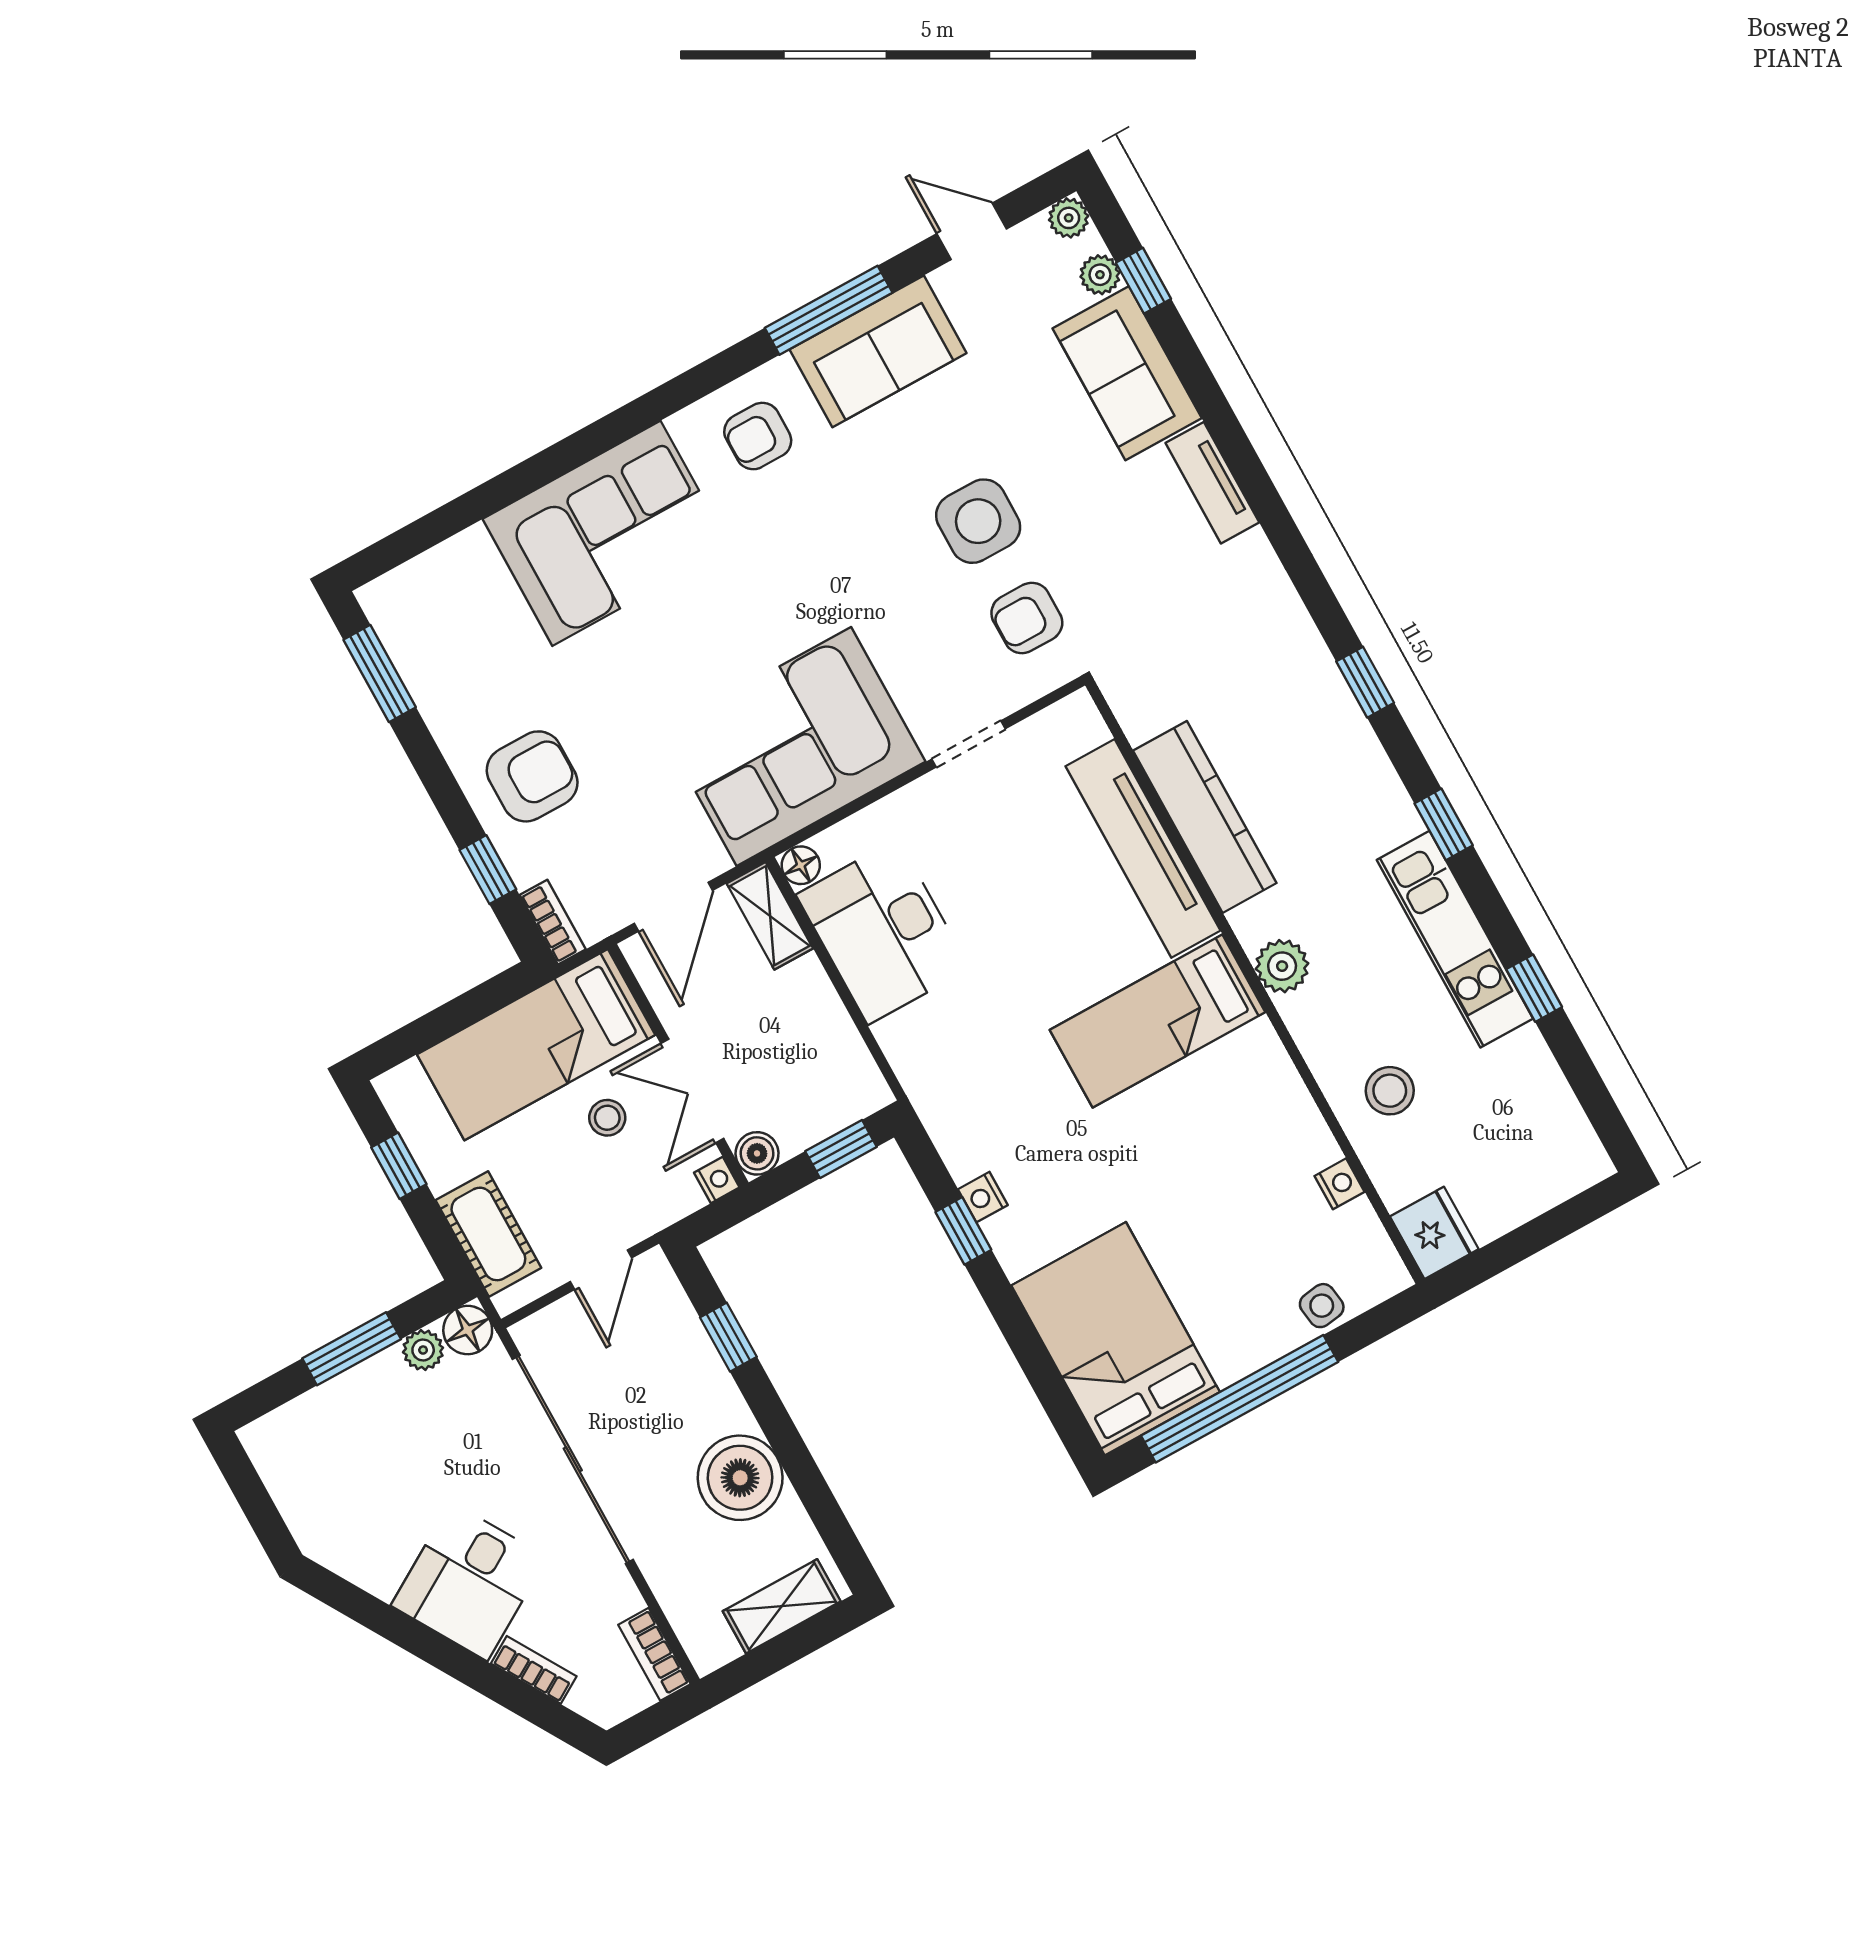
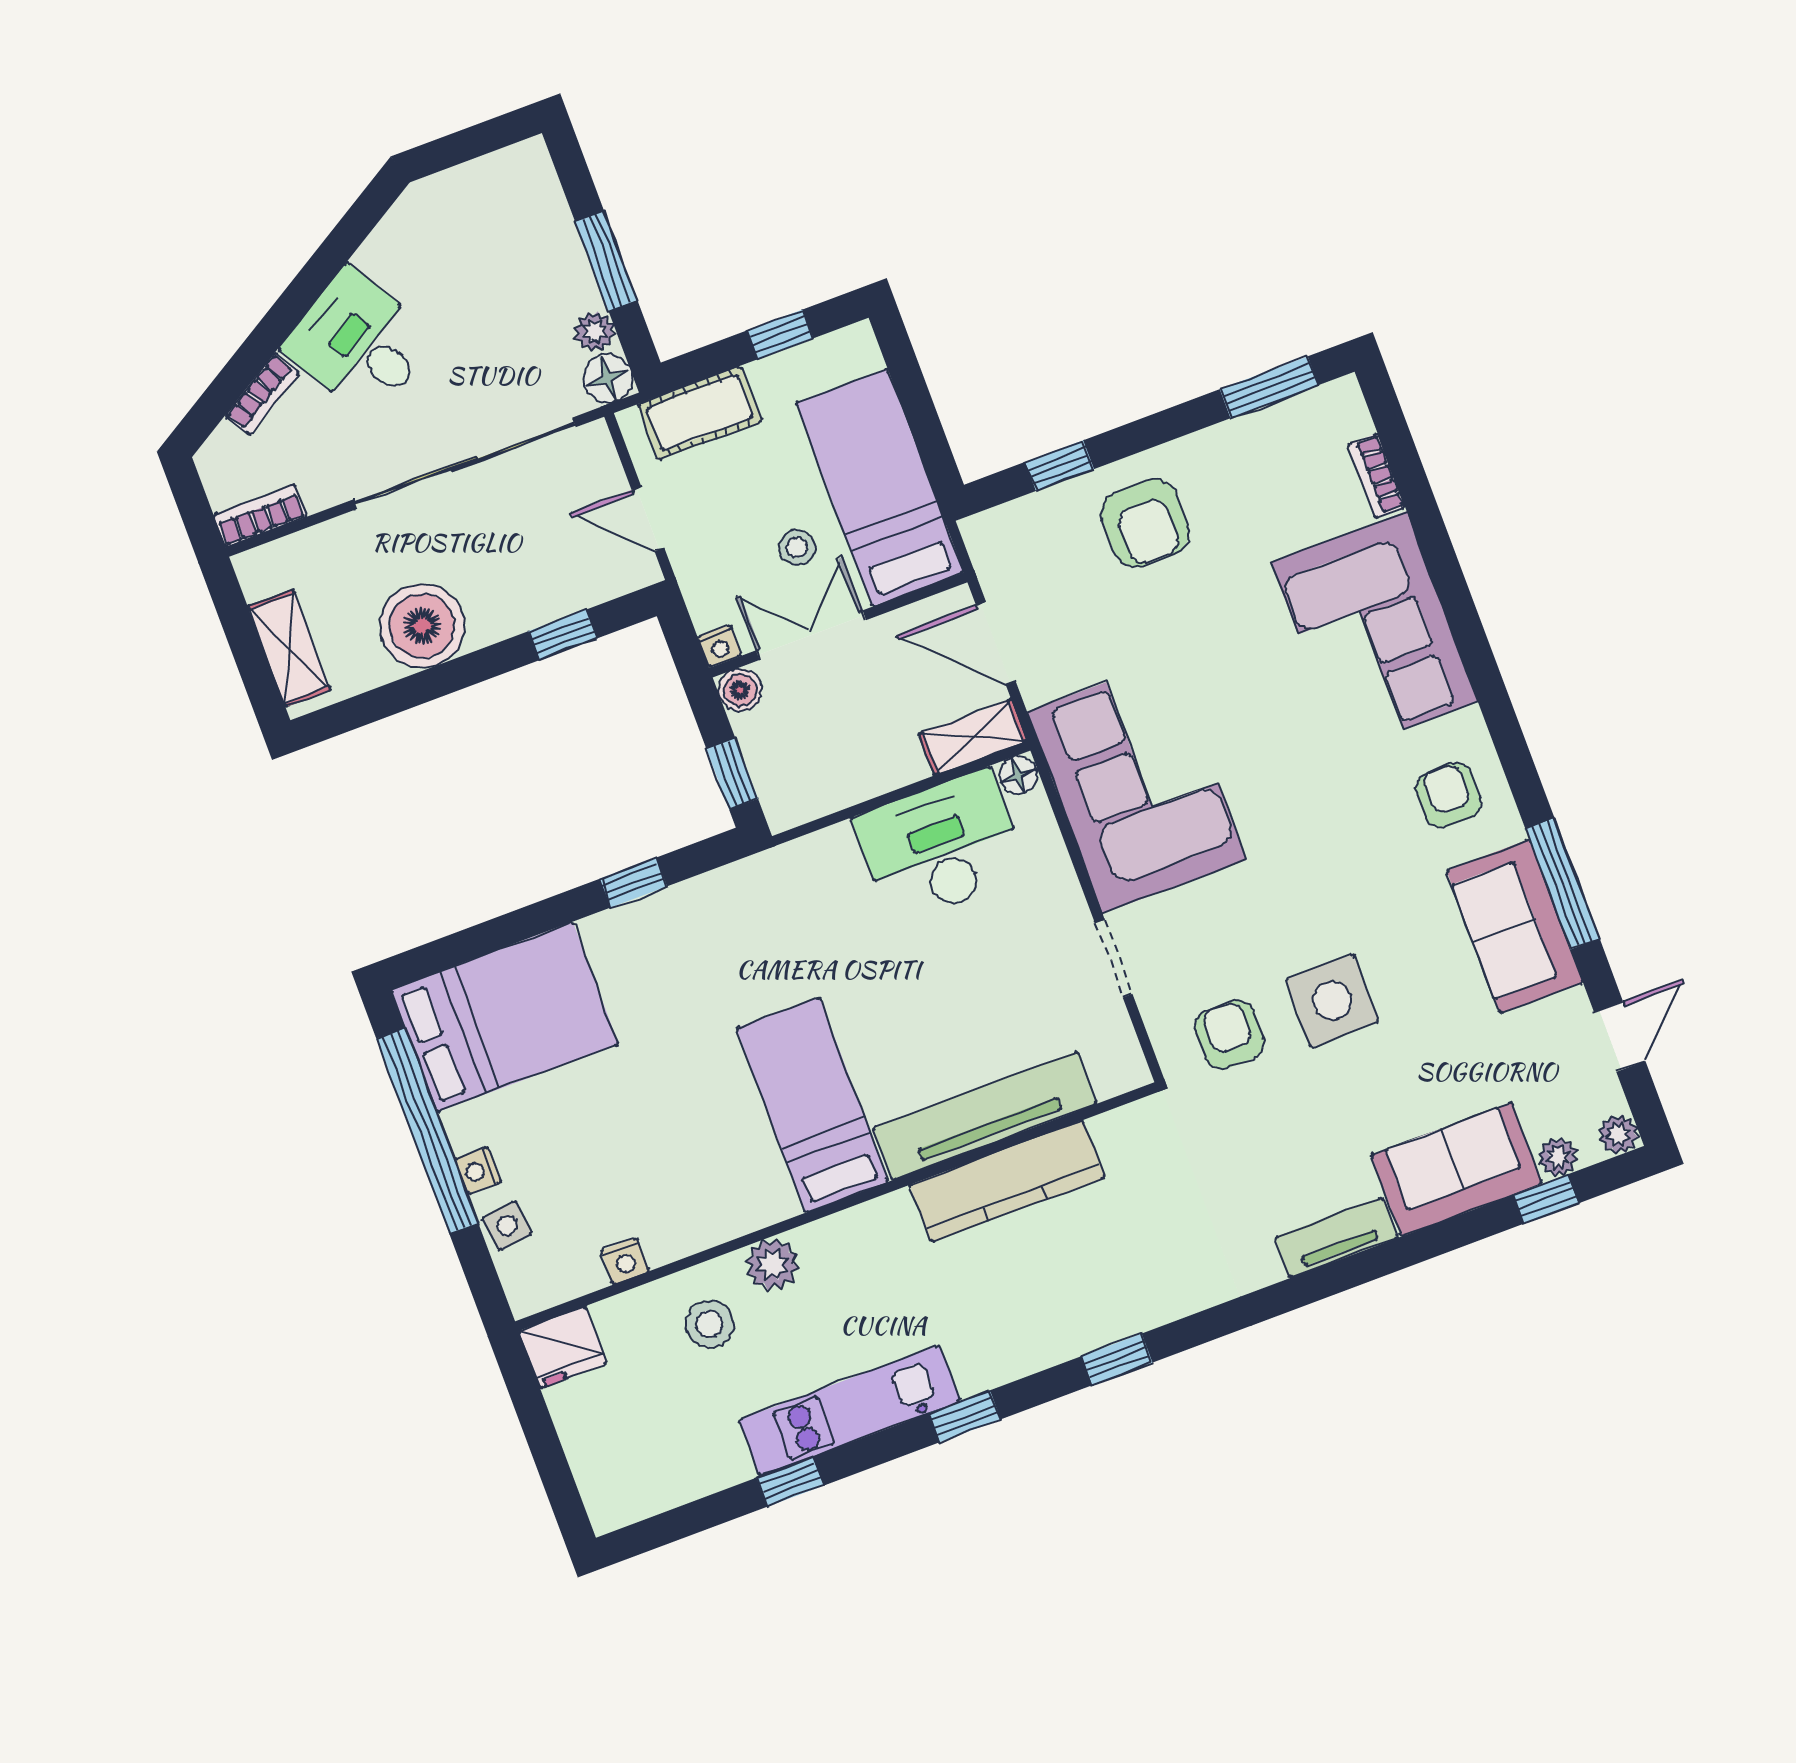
bookcase: (553, 922) -> (1377, 476), moved, turned 90
plant: (1282, 966) -> (772, 1264), moved
nightstand: (983, 1197) -> (478, 1170), moved, turned -90

